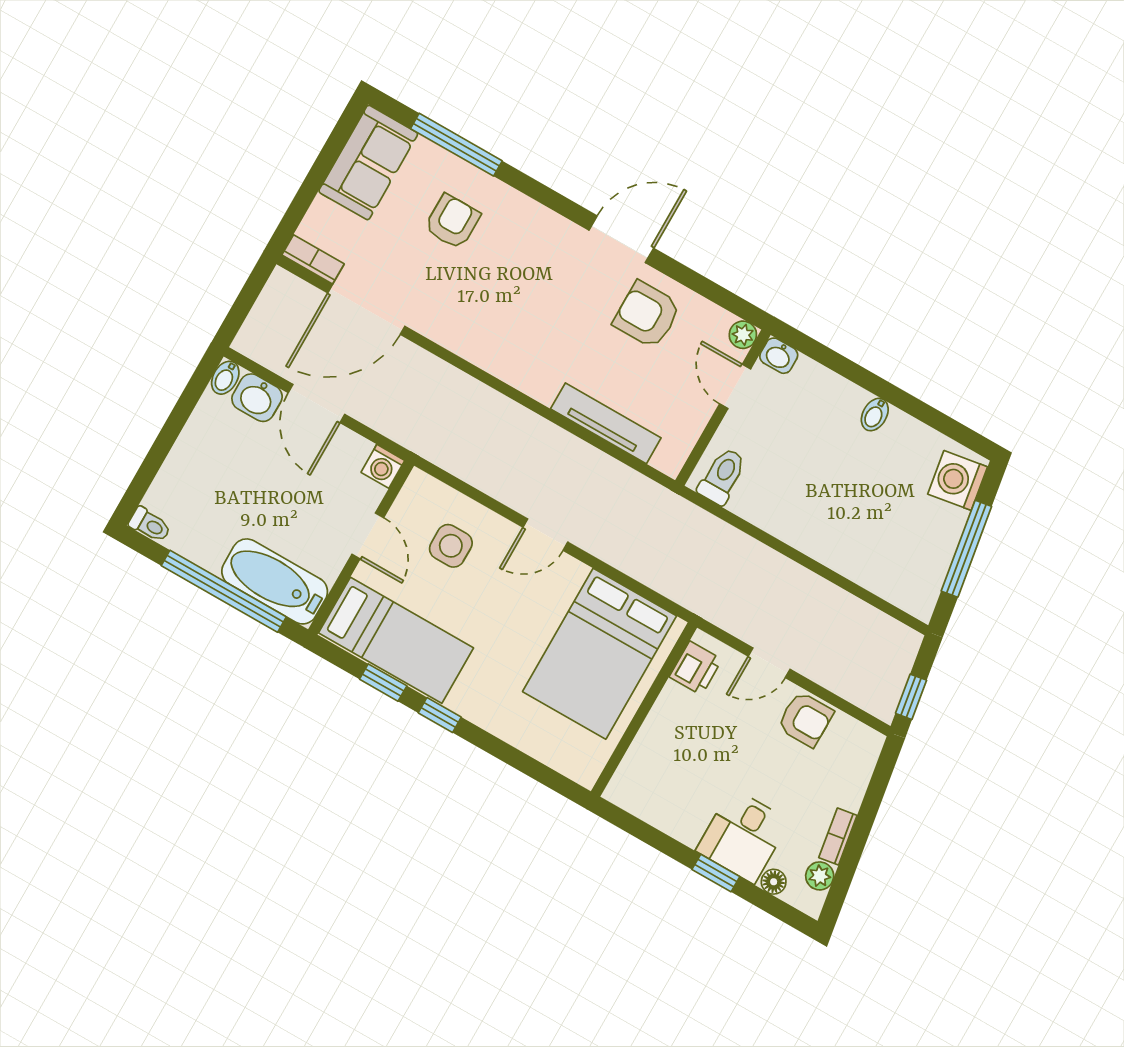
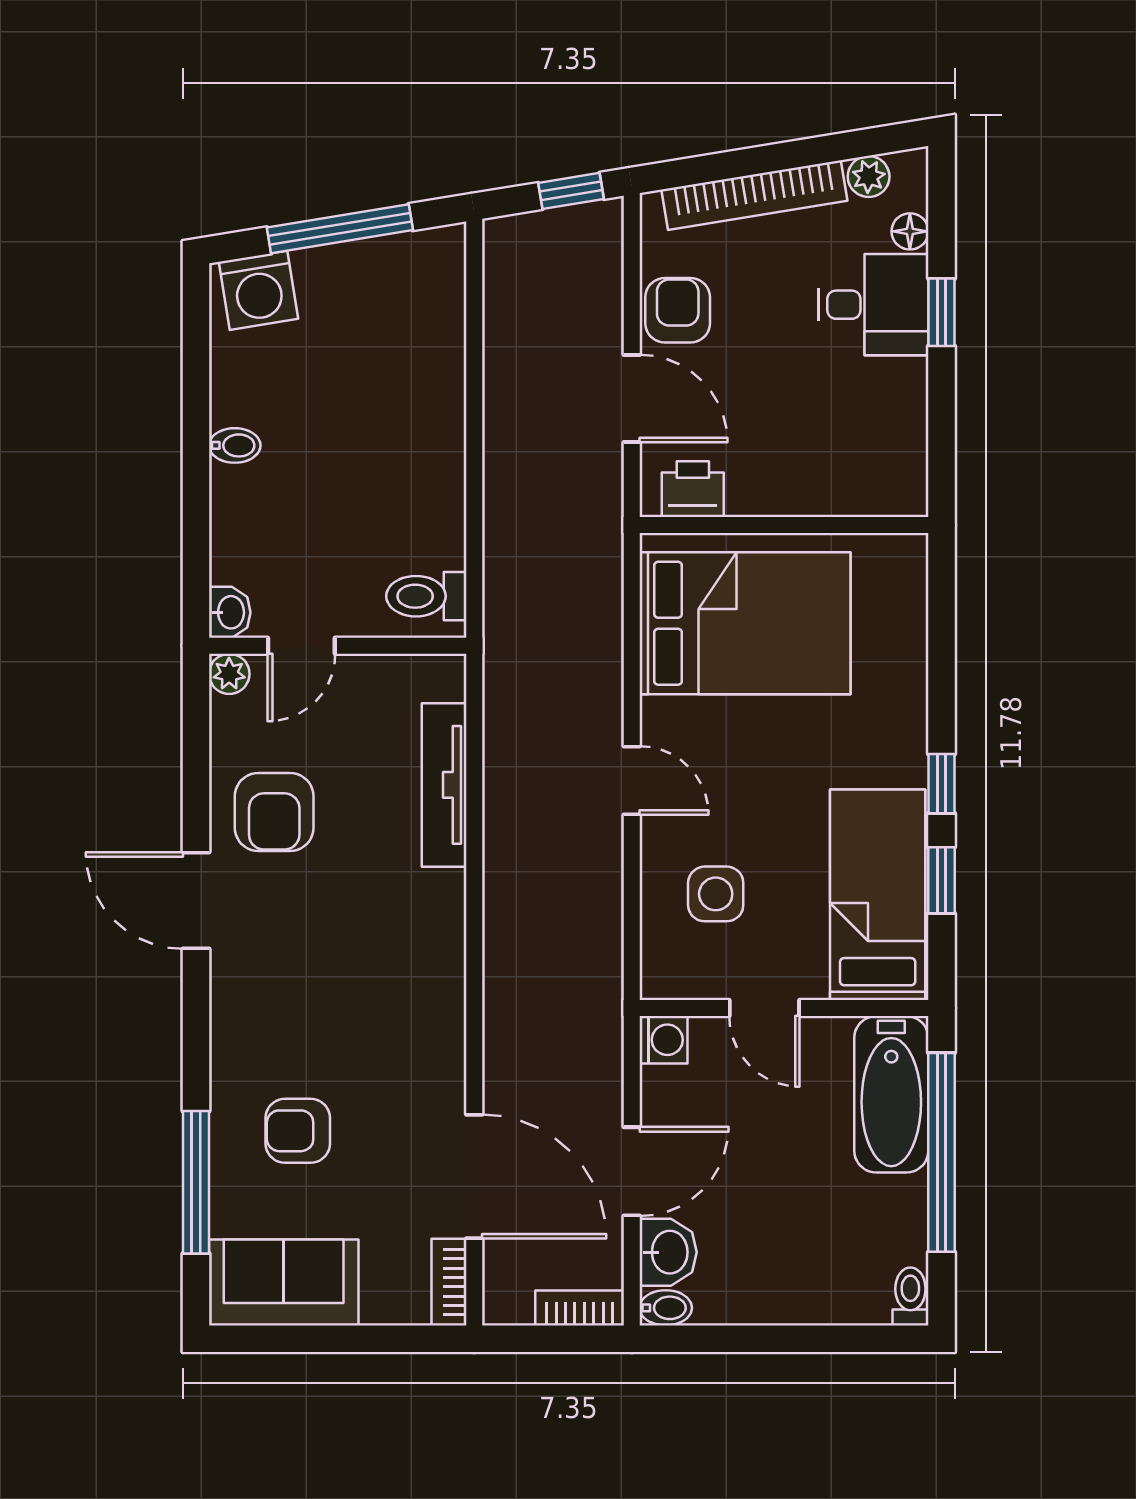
bookcase: (254, 327) -> (580, 1308), added
door: (368, 536) -> (764, 1008), swing flipped
door: (769, 663) -> (632, 398), width x1.38
bookcase: (838, 837) -> (754, 195), width x2.31, depth x1.31

